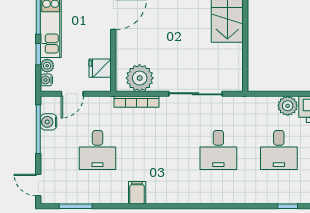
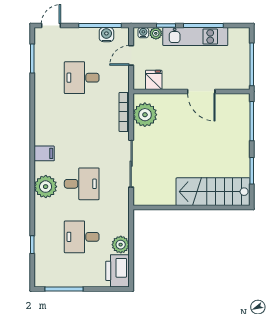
door: (72, 94) -> (131, 55), hinge flipped
desk: (218, 150) -> (82, 184), turned 180
plant: (222, 191) -> (46, 187), added
filing cabinet: (137, 193) -> (44, 153), moved

